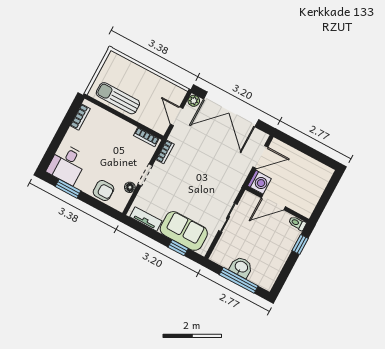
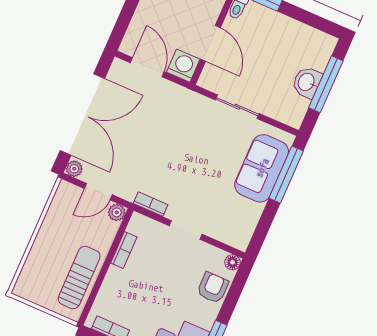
sun lounger: (118, 98) -> (79, 277), turned 180
plant: (161, 128) -> (117, 212), added
bookcase: (146, 137) -> (124, 250), moved
floor lamp: (130, 187) -> (233, 262), moved
tv unit: (146, 219) -> (249, 224), removed
window: (178, 248) -> (286, 175), width x2.17

